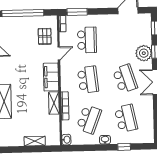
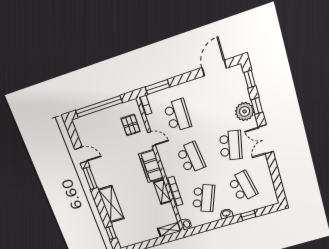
door: (59, 53) -> (151, 139), hinge flipped
school desk: (125, 79) -> (231, 145), turned 30
shelving: (35, 141) -> (169, 230), moved

